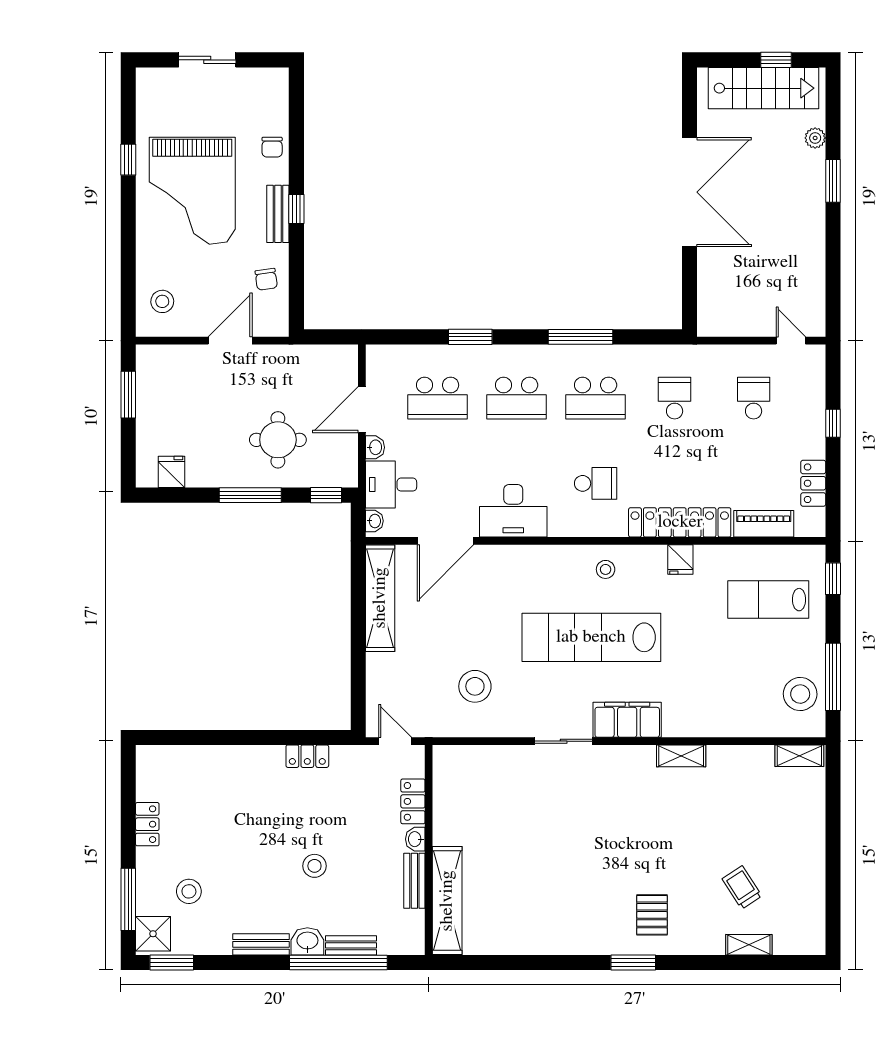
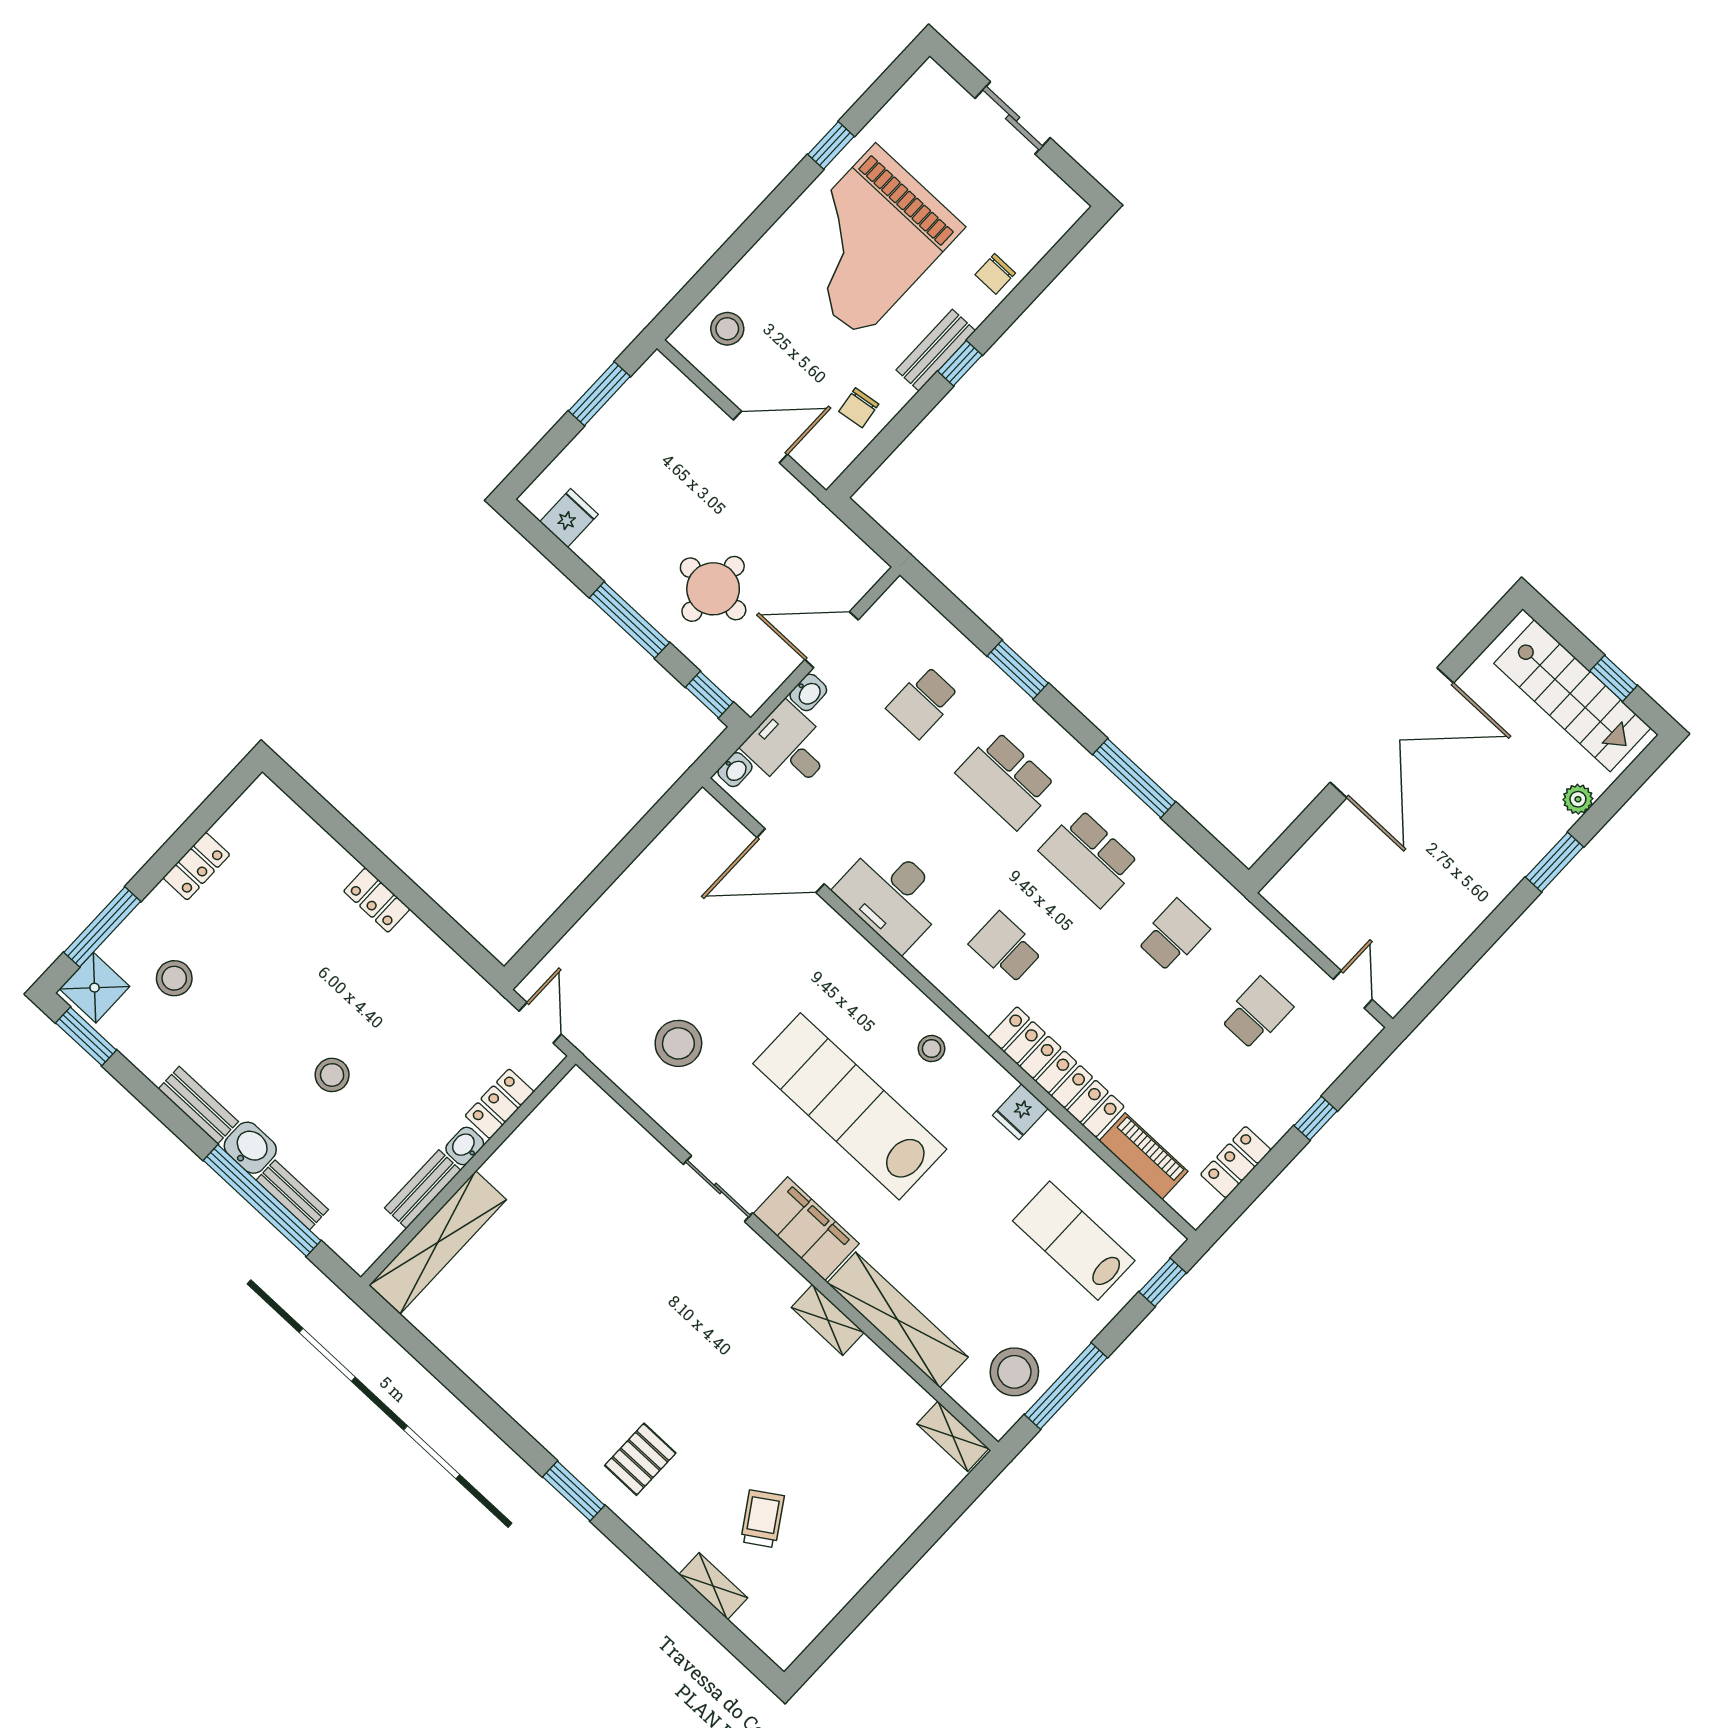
school desk: (438, 398) -> (923, 702), width x0.54
school desk: (596, 483) -> (1006, 948), turned 180
shelving: (380, 598) -> (898, 1320), moved, turned 90
locker: (307, 756) -> (377, 900), moved

